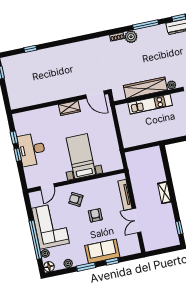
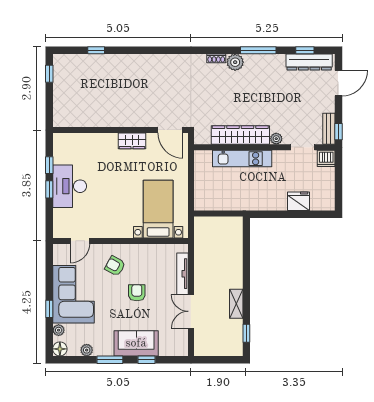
bed with nightstands: (81, 156) -> (158, 209), moved
shelving: (164, 193) -> (236, 304), moved
window: (35, 240) -> (49, 309), width x0.32

